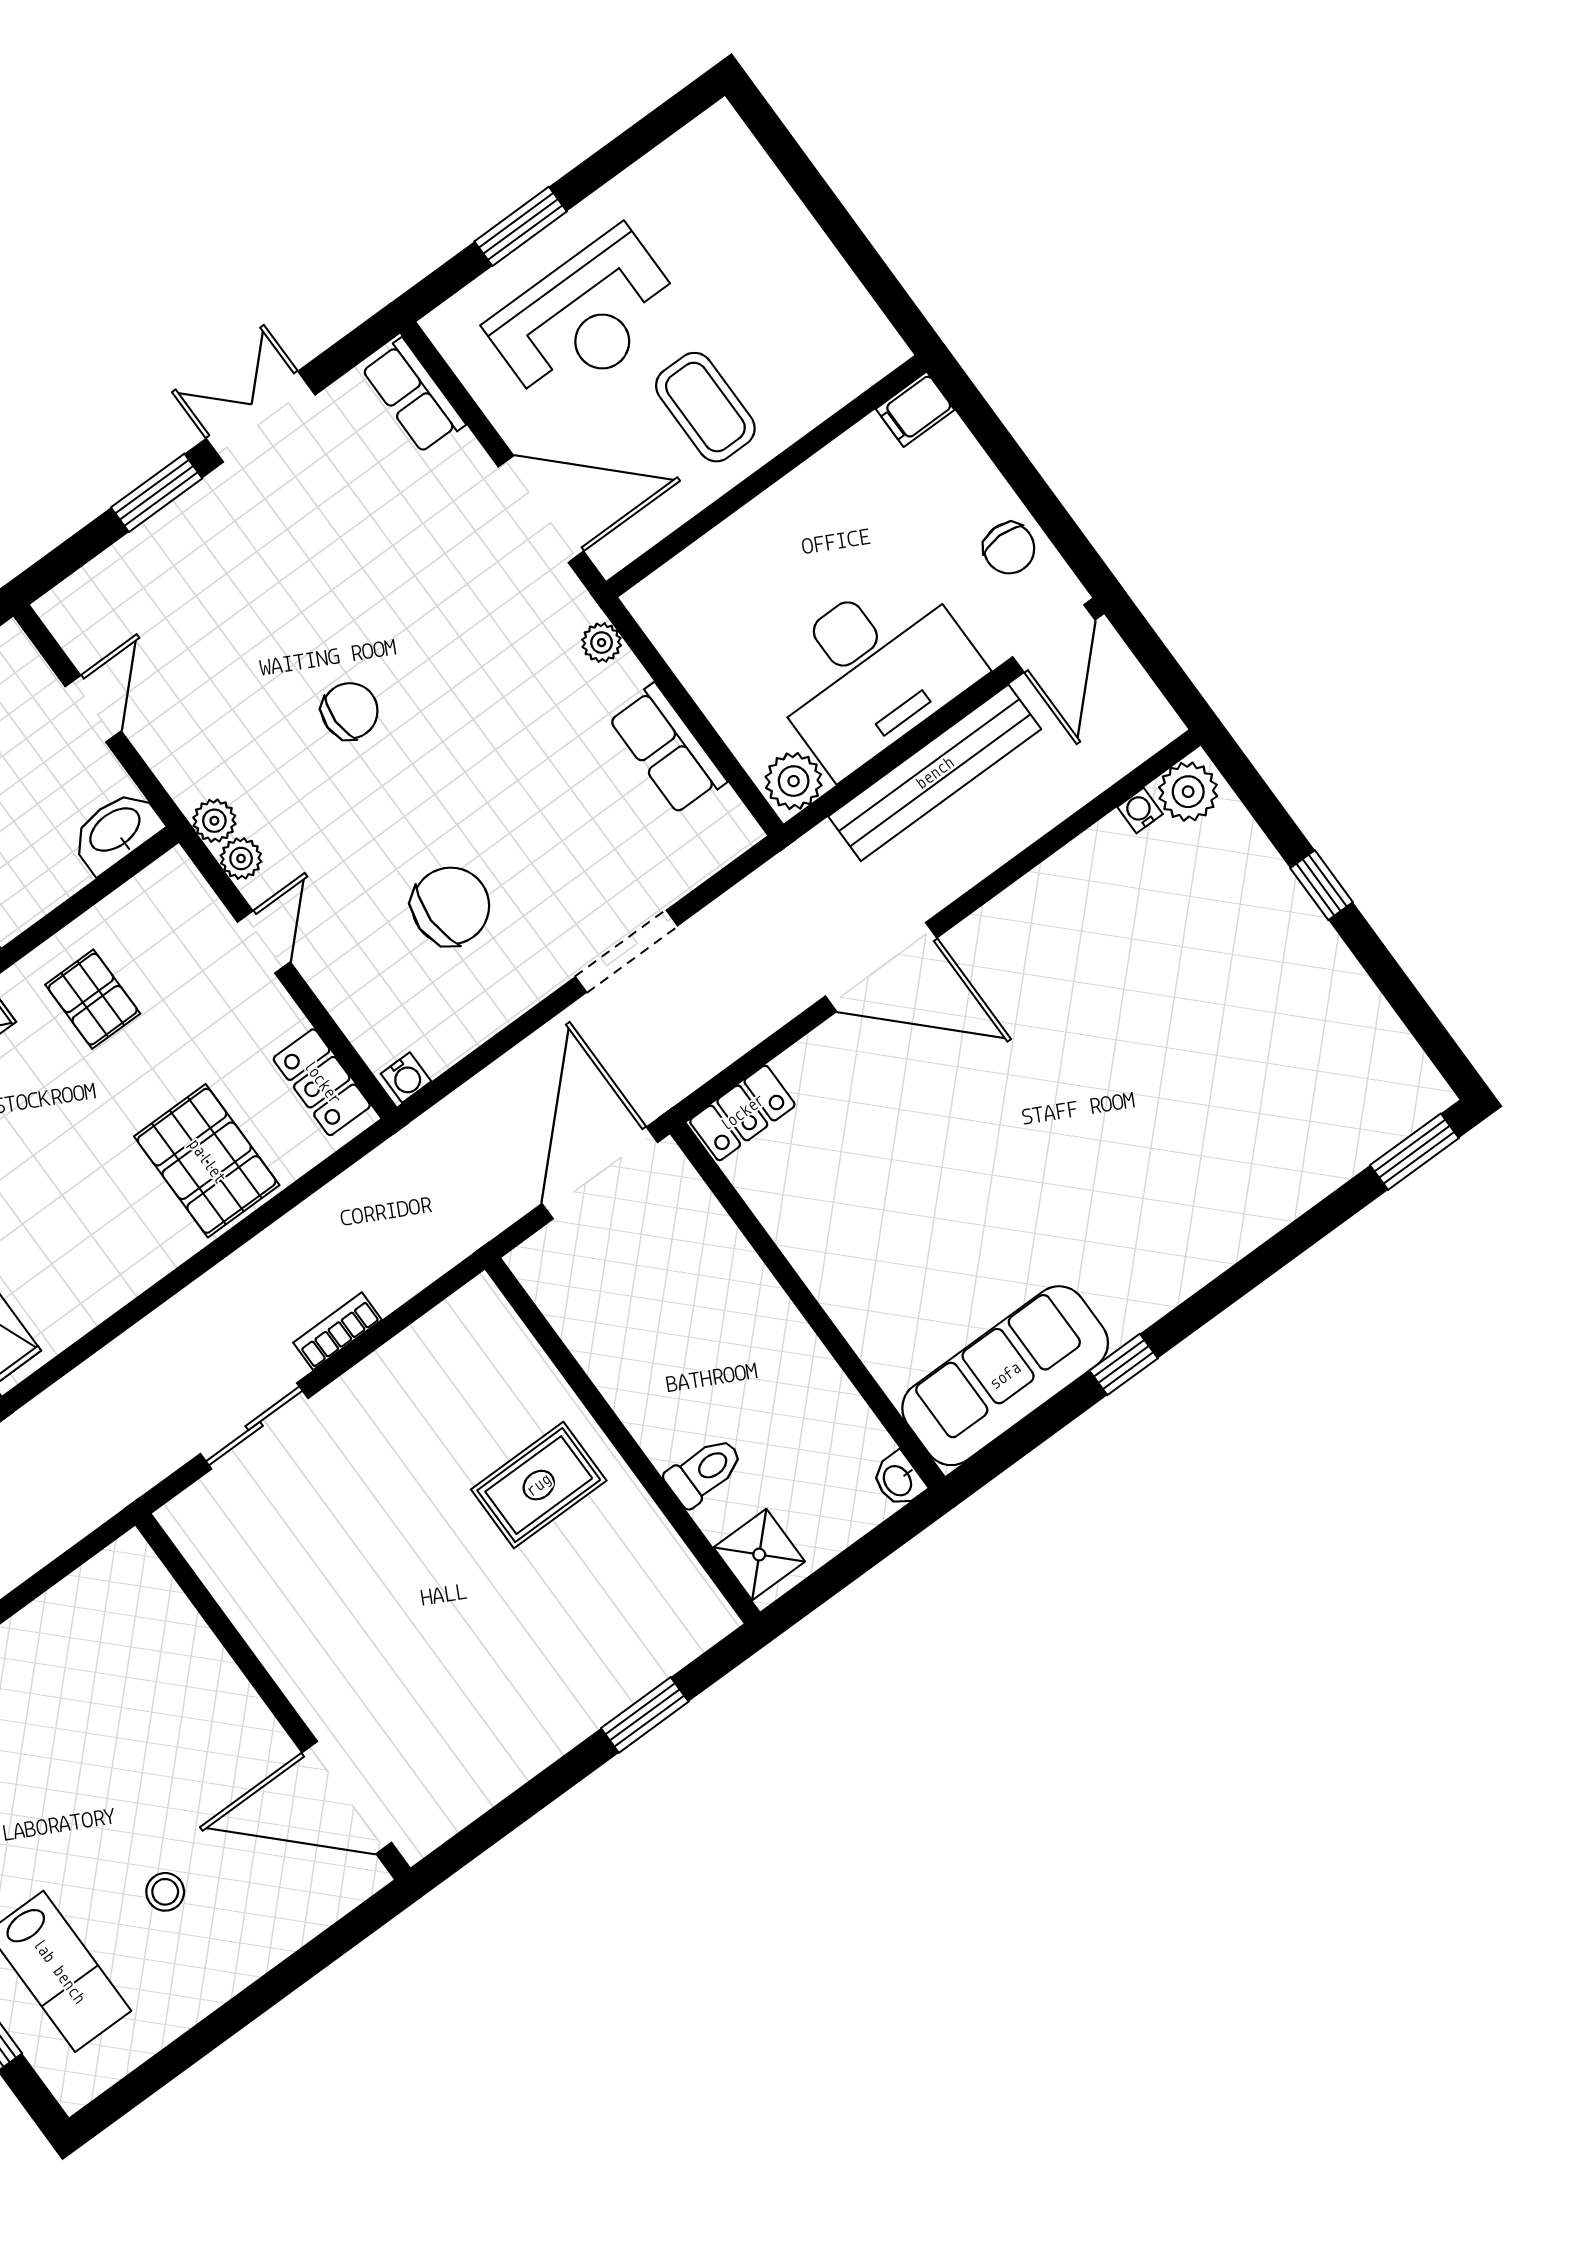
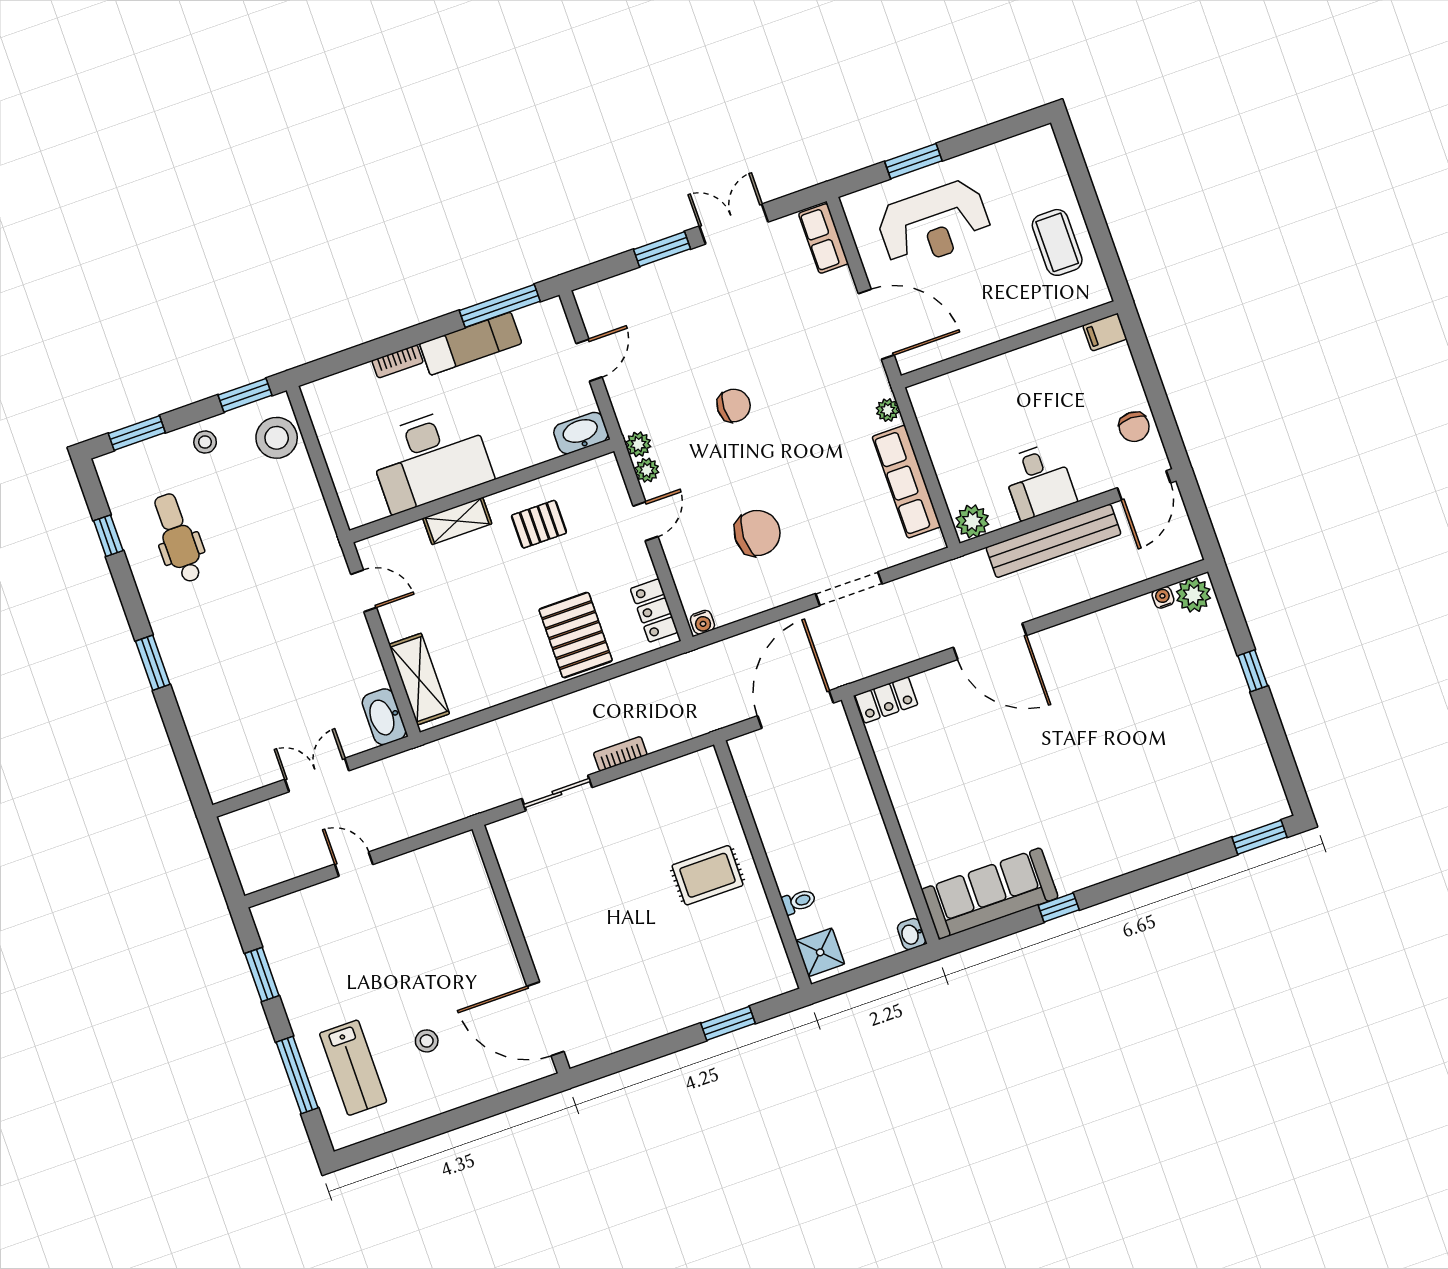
coffee table: (705, 407) -> (1057, 242), moved
desk: (872, 670) -> (1039, 481), width x0.53, depth x0.77
row of seats: (667, 749) -> (906, 482), width x1.48
pallet: (93, 999) -> (539, 524), turned 90
toilet: (704, 1472) -> (799, 901), width x0.73, depth x0.72

